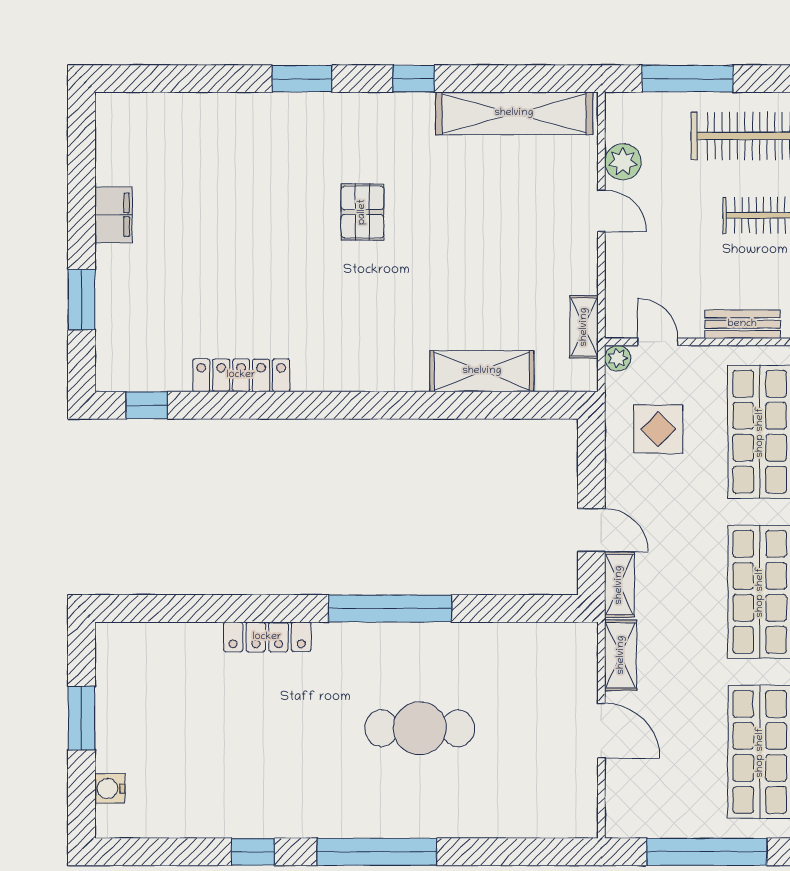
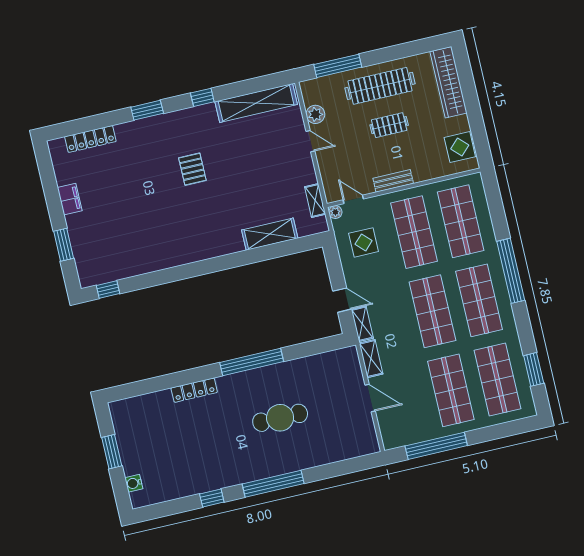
locker: (241, 375) -> (90, 139), moved, turned 180

